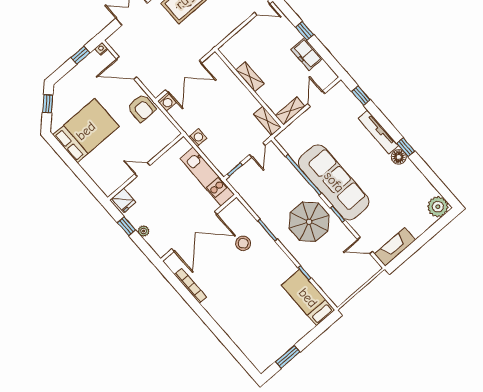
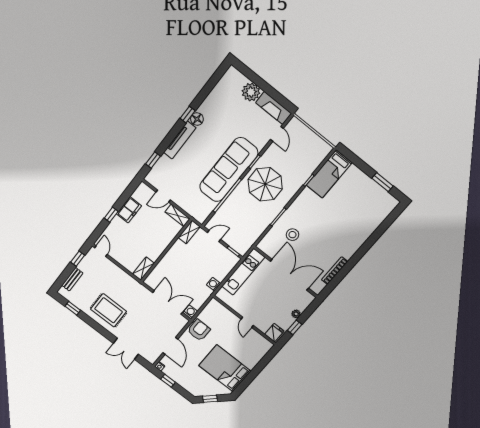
shelving: (250, 77) -> (143, 269), moved
plant: (438, 207) -> (251, 92), moved

